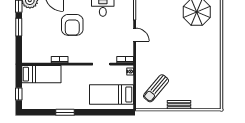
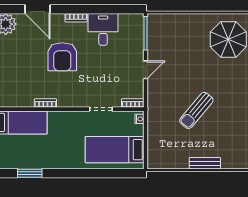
door: (135, 35) -> (146, 70), hinge flipped
sun lounger: (156, 88) -> (196, 110), moved
window: (65, 112) -> (30, 173), moved

